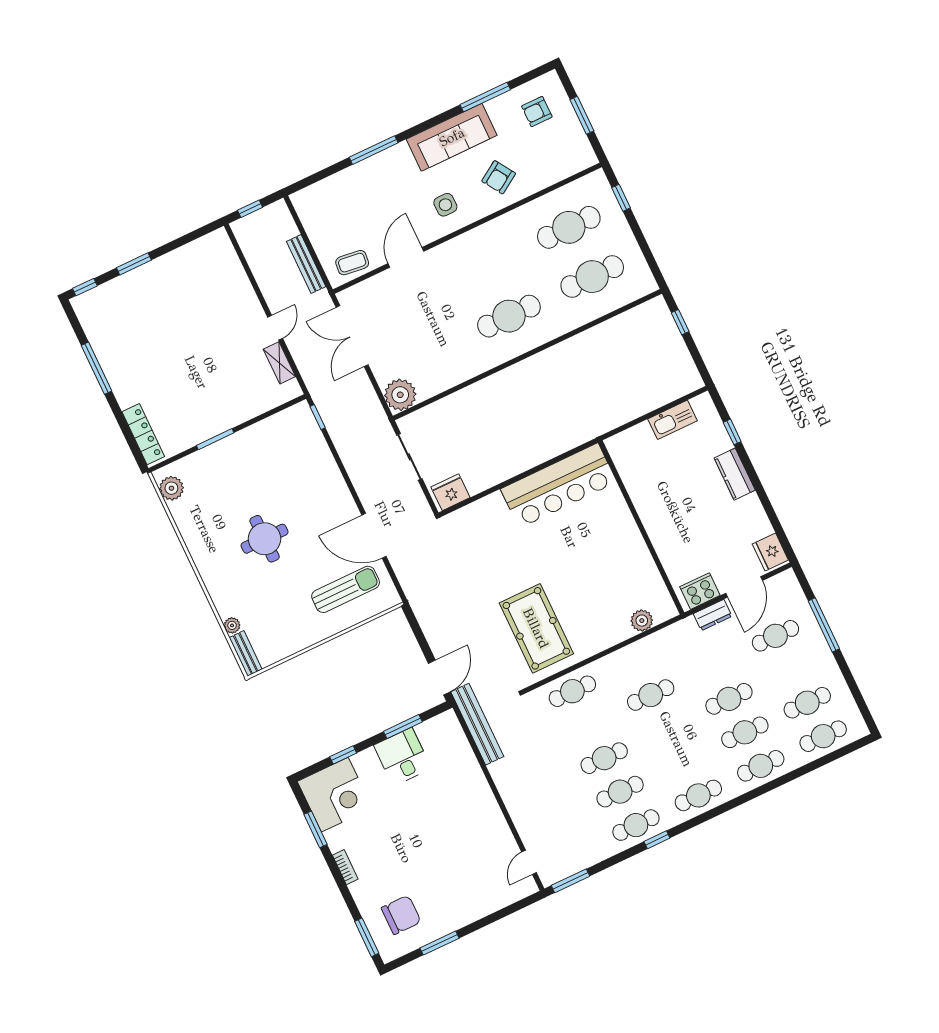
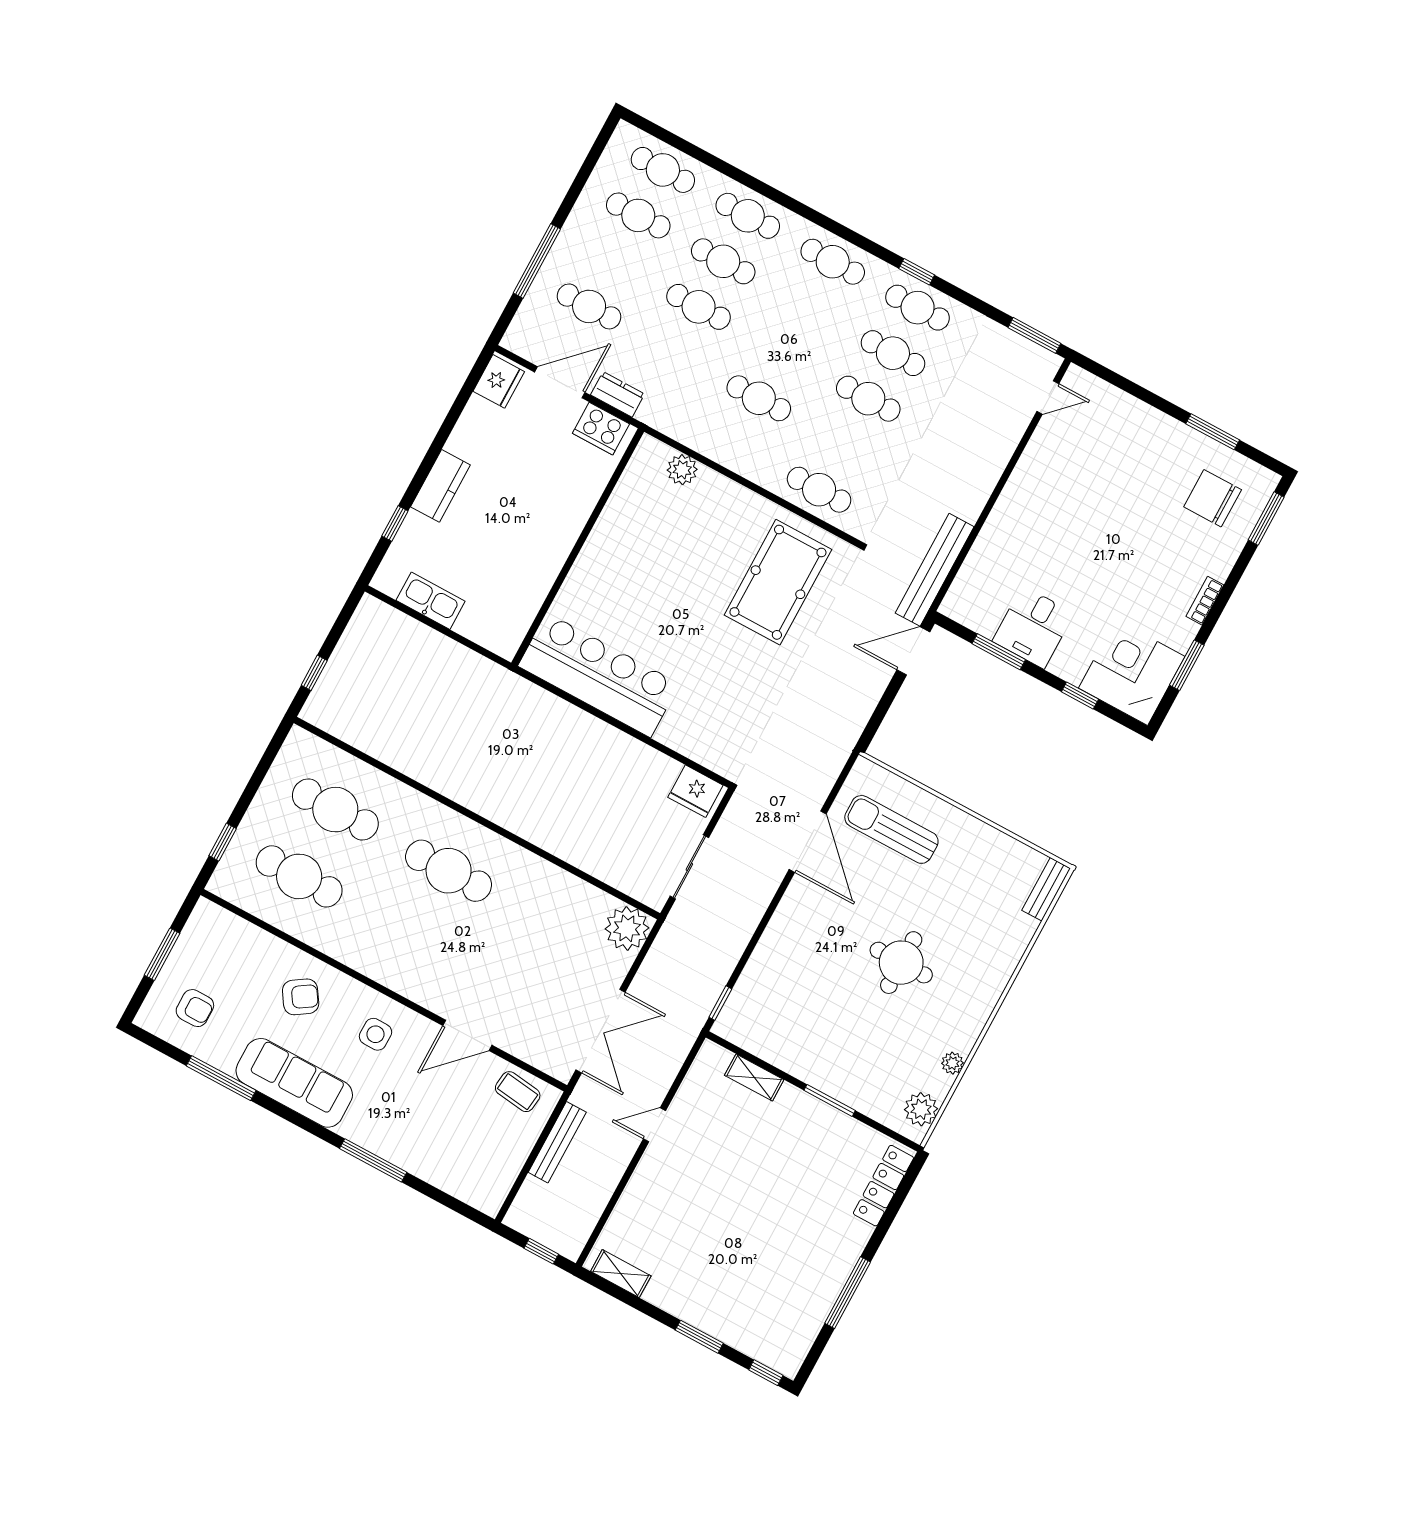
shelving: (203, 245) -> (621, 1274), added
shelving: (279, 363) -> (754, 1077), moved, turned 90
plant: (232, 625) -> (952, 1063), moved

